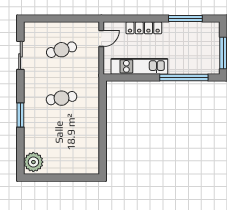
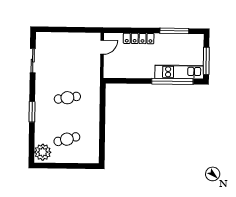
cafe table: (61, 50) -> (67, 139), moved
kitchen unit: (139, 66) -> (179, 72), moved

